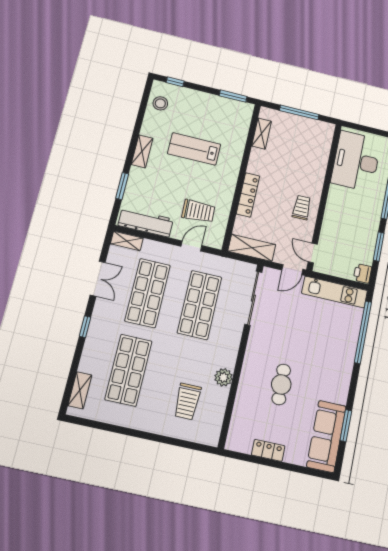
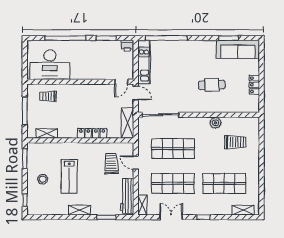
stool: (160, 103) -> (43, 179), moved
trolley: (302, 208) -> (48, 96), moved

